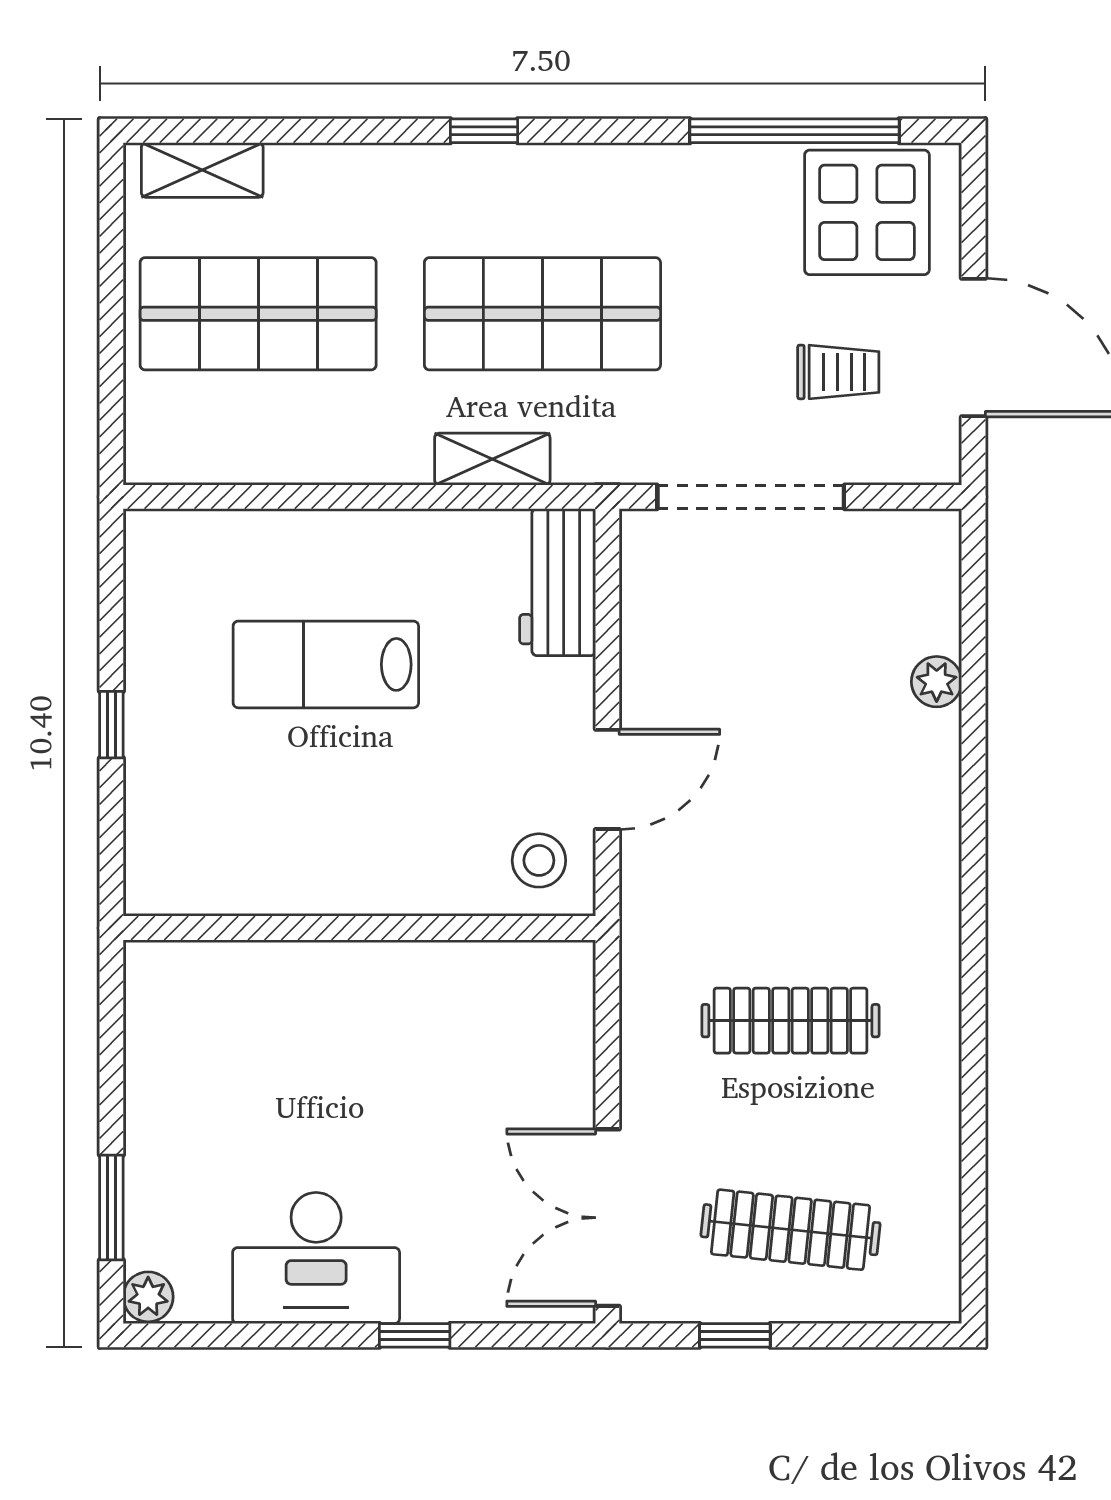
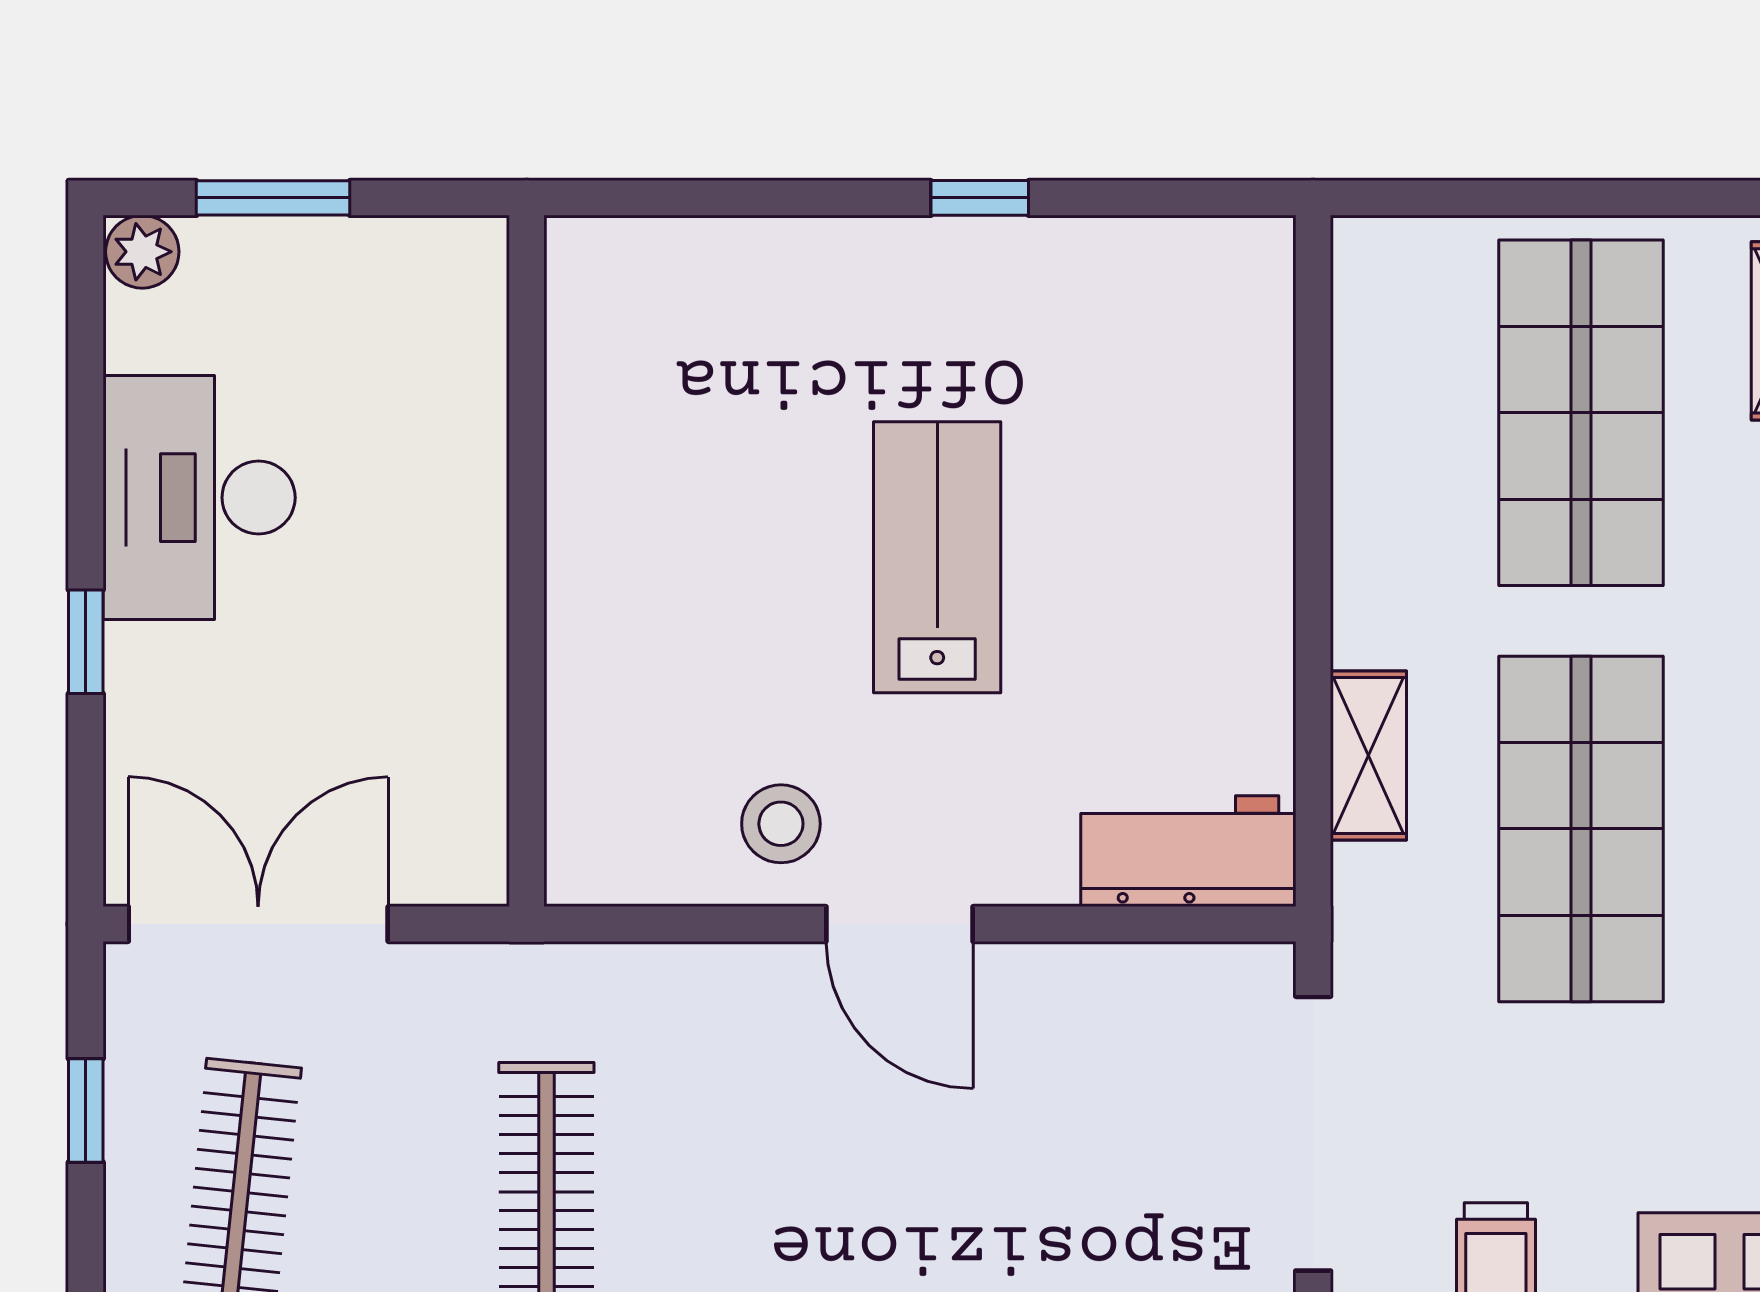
lab bench: (326, 664) -> (937, 557), moved
wall: (359, 928) -> (527, 561), moved

